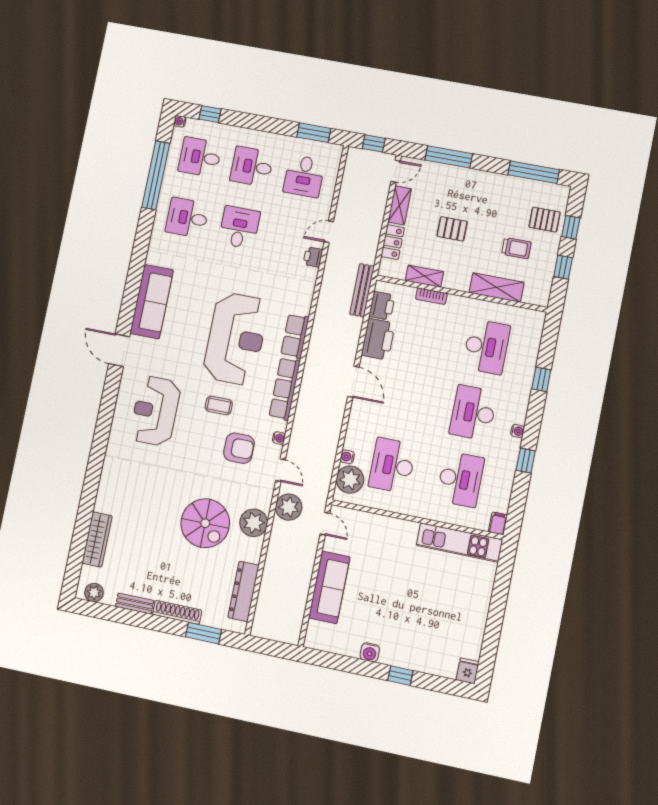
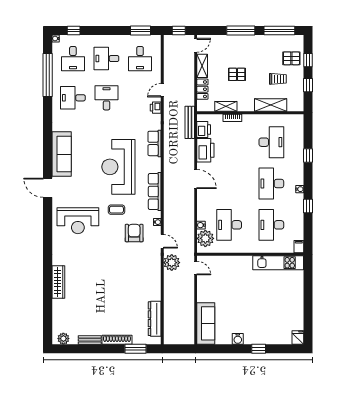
desk: (200, 157) -> (73, 59), turned -90
window: (449, 157) -> (241, 31), moved
row of seats: (295, 336) -> (154, 143), moved
reception desk: (236, 339) -> (118, 167), turned 180
reception desk: (155, 411) -> (78, 221), turned -90
armchair: (239, 448) -> (134, 233), turned -90
desk: (460, 479) -> (271, 225), turned 180
spiral stairs: (205, 523) -> (123, 283), removed
plant: (254, 523) -> (152, 276), removed
wardrobe: (97, 539) -> (58, 282), moved
sofa: (329, 587) -> (206, 323), moved

